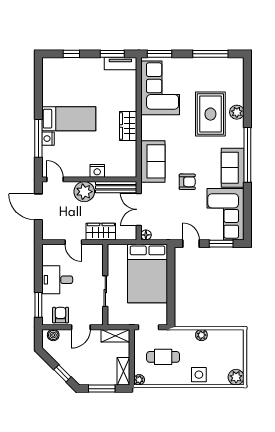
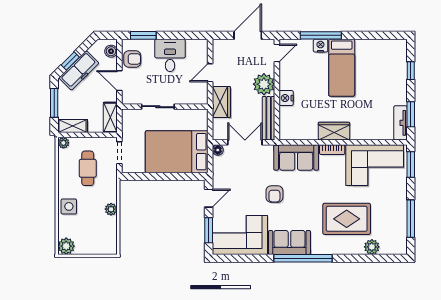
plant: (237, 112) -> (372, 247), moved
bookcase: (146, 128) -> (332, 150), added
freezer: (71, 365) -> (79, 70), added

